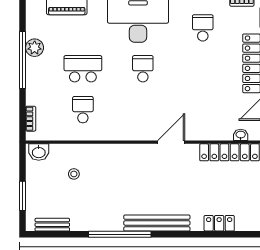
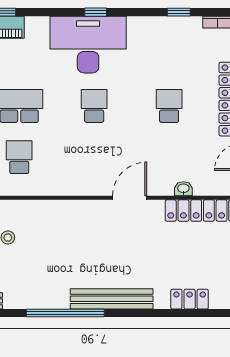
school desk: (203, 28) -> (169, 106), moved
washbasin: (241, 135) -> (183, 189), moved

